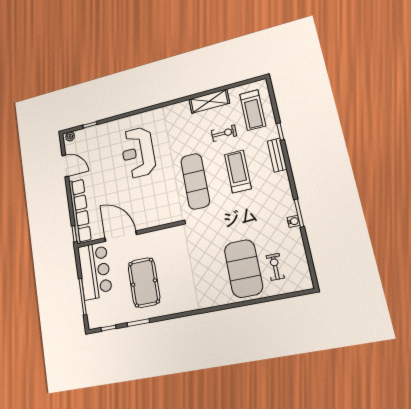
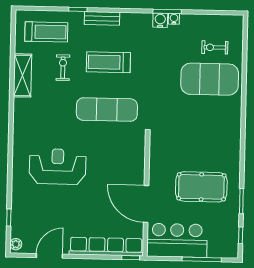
reception desk: (138, 152) -> (58, 167), turned 180
water cooler: (289, 209) -> (160, 20), added
door: (121, 236) -> (146, 204), hinge flipped

